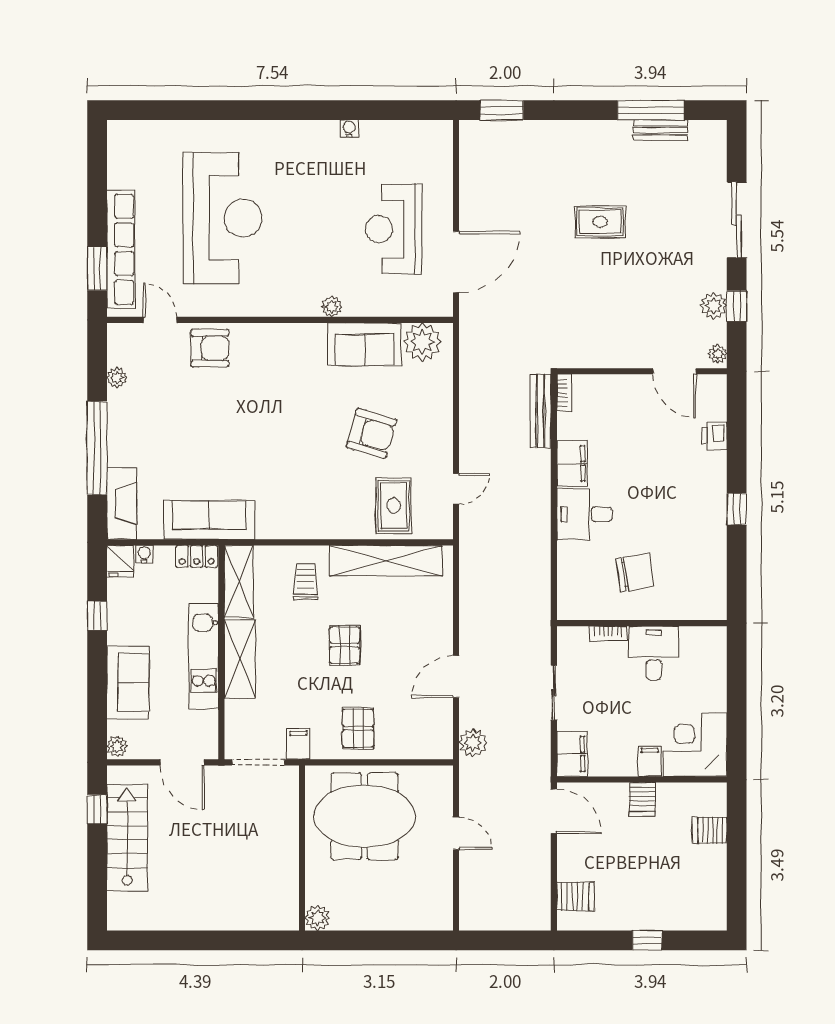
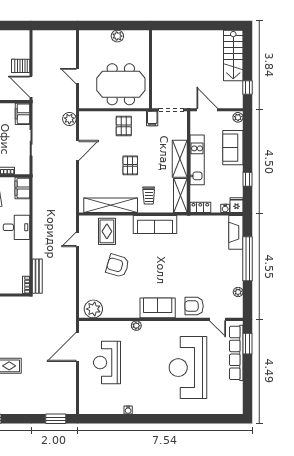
reception desk: (393, 229) -> (107, 362), turned 180
sofa: (364, 344) -> (158, 308), moved
filing cabinet: (572, 463) -> (22, 188), moved
sofa: (209, 520) -> (155, 225), moved
stairs: (127, 838) -> (233, 55), moved
server rack: (576, 896) -> (21, 66), moved
plant: (318, 918) -> (117, 36), moved

